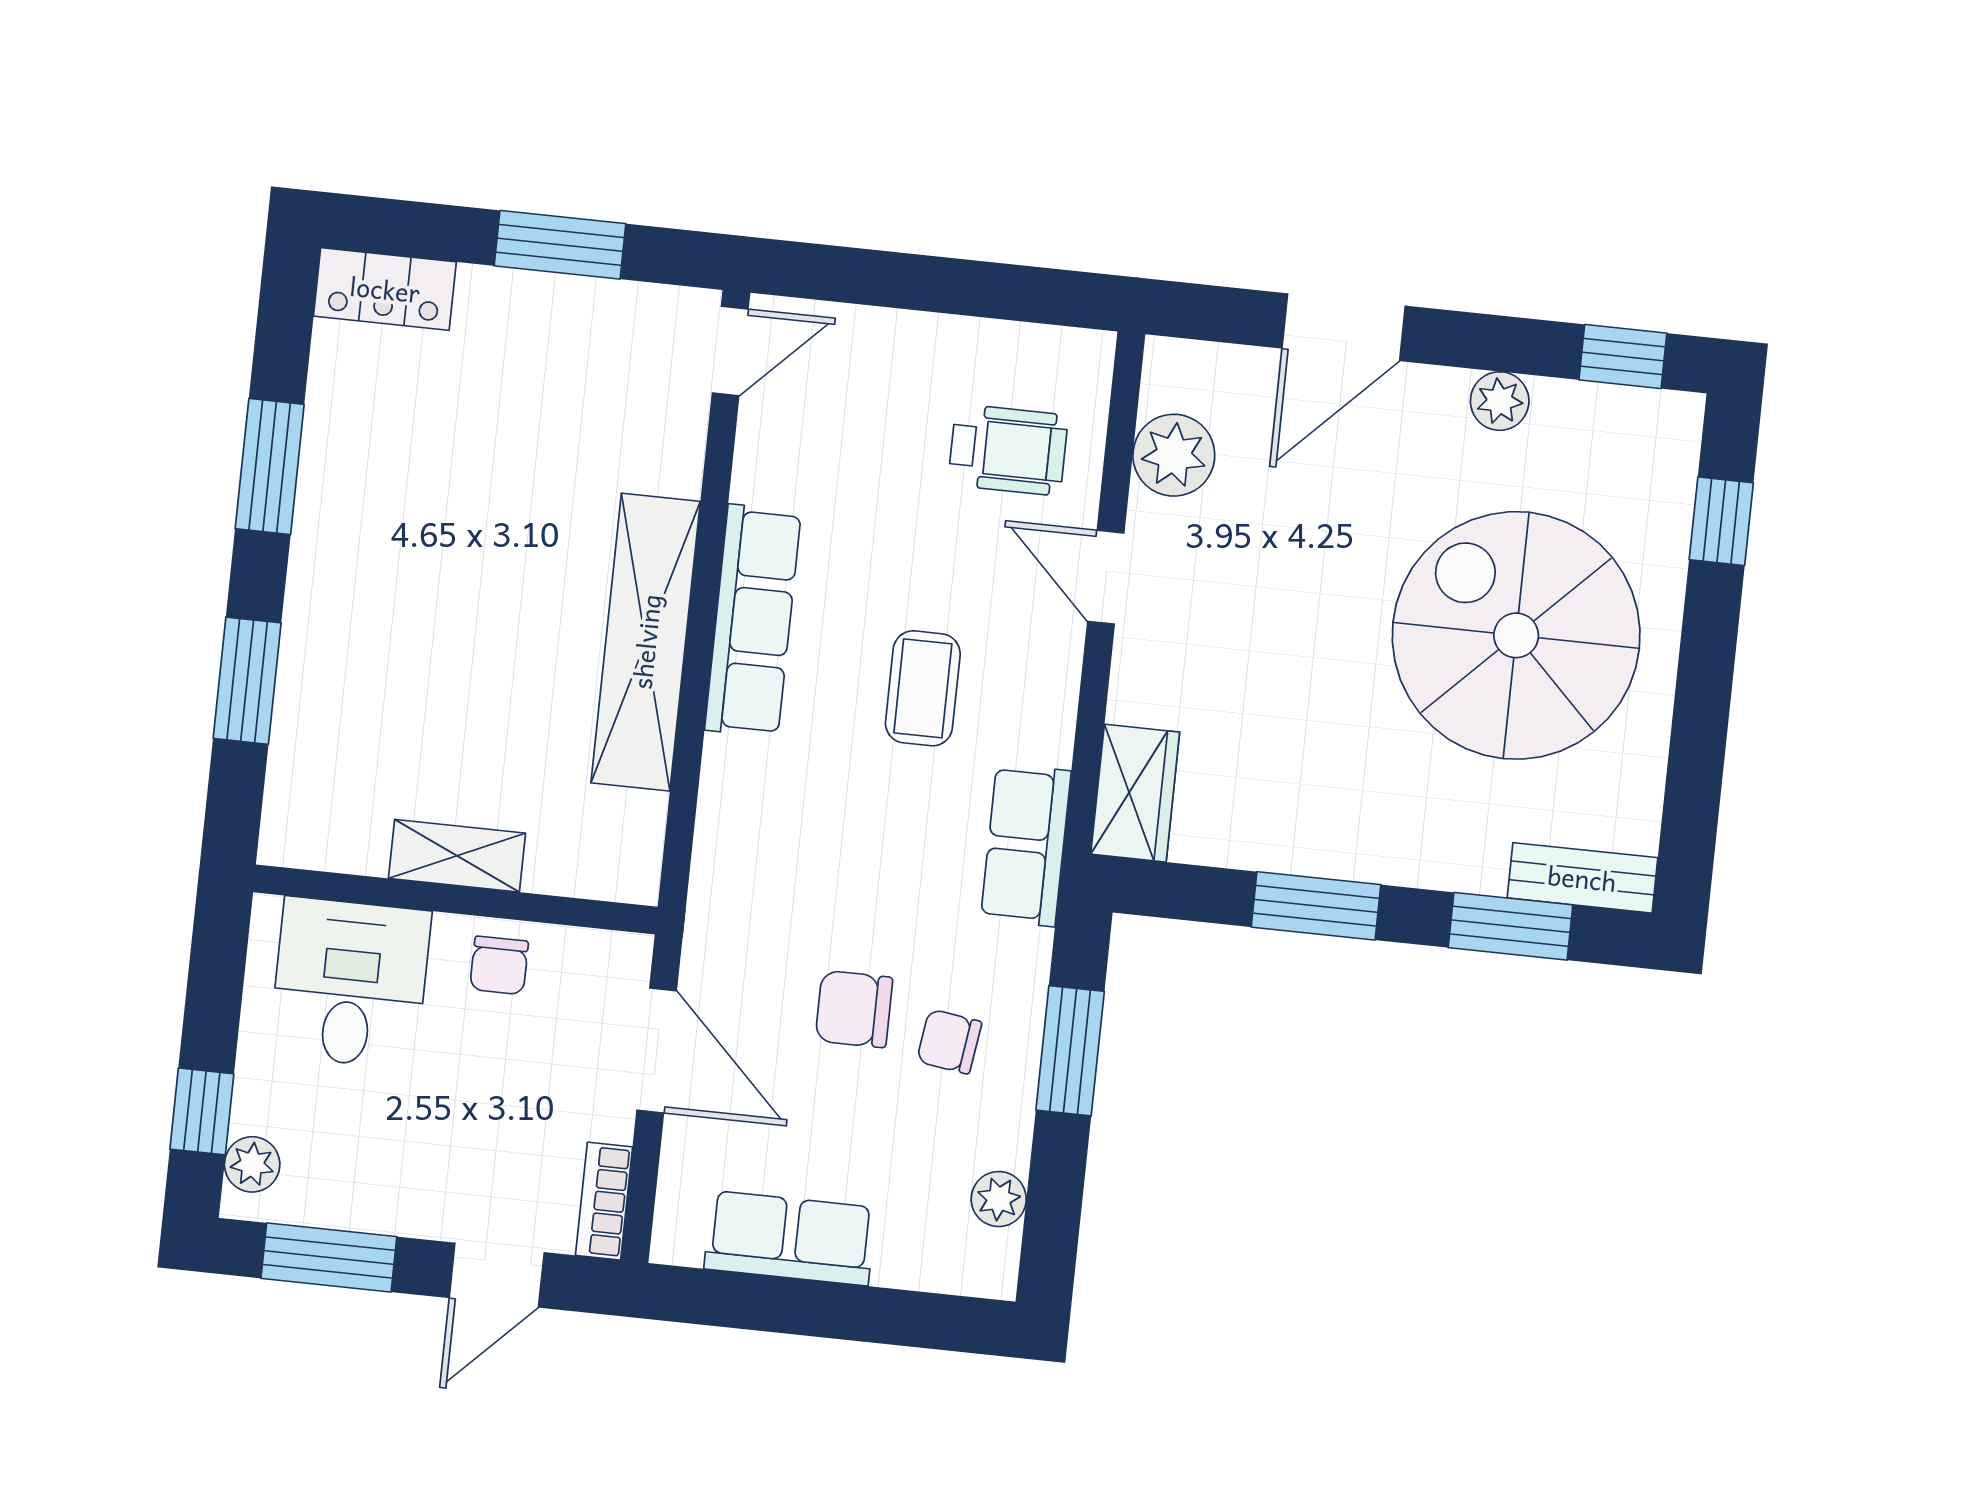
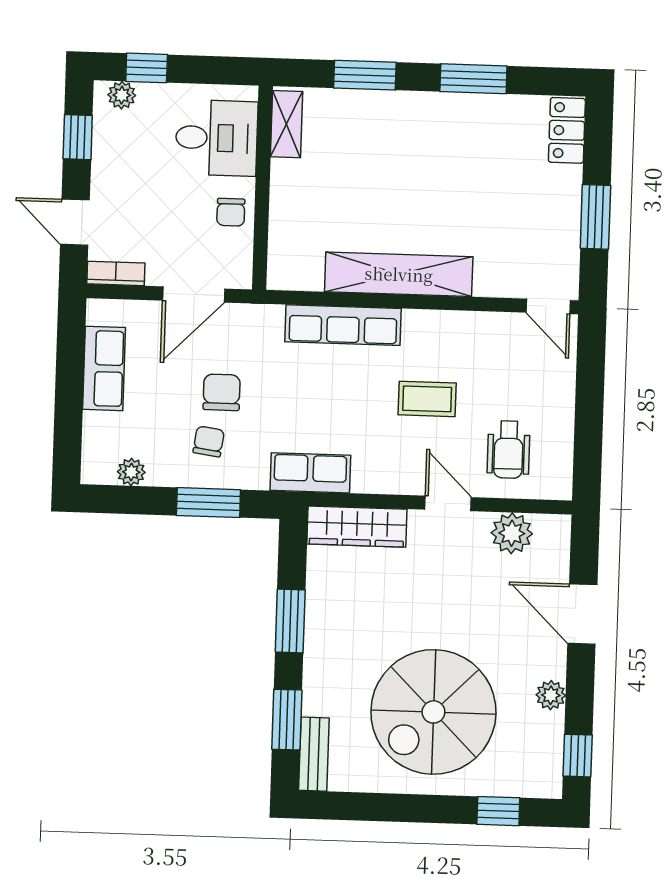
door: (1106, 577) -> (448, 503), hinge flipped
row of seats: (753, 621) -> (343, 325), moved
spiral stairs: (1516, 635) -> (433, 712), turned 180
coffee table: (923, 688) -> (427, 399), moved
wardrobe: (1135, 793) -> (357, 527), width x1.50
shelving: (457, 856) -> (286, 124), moved
chair: (499, 965) -> (231, 212), turned -90
window: (329, 1257) -> (78, 137), width x0.67

